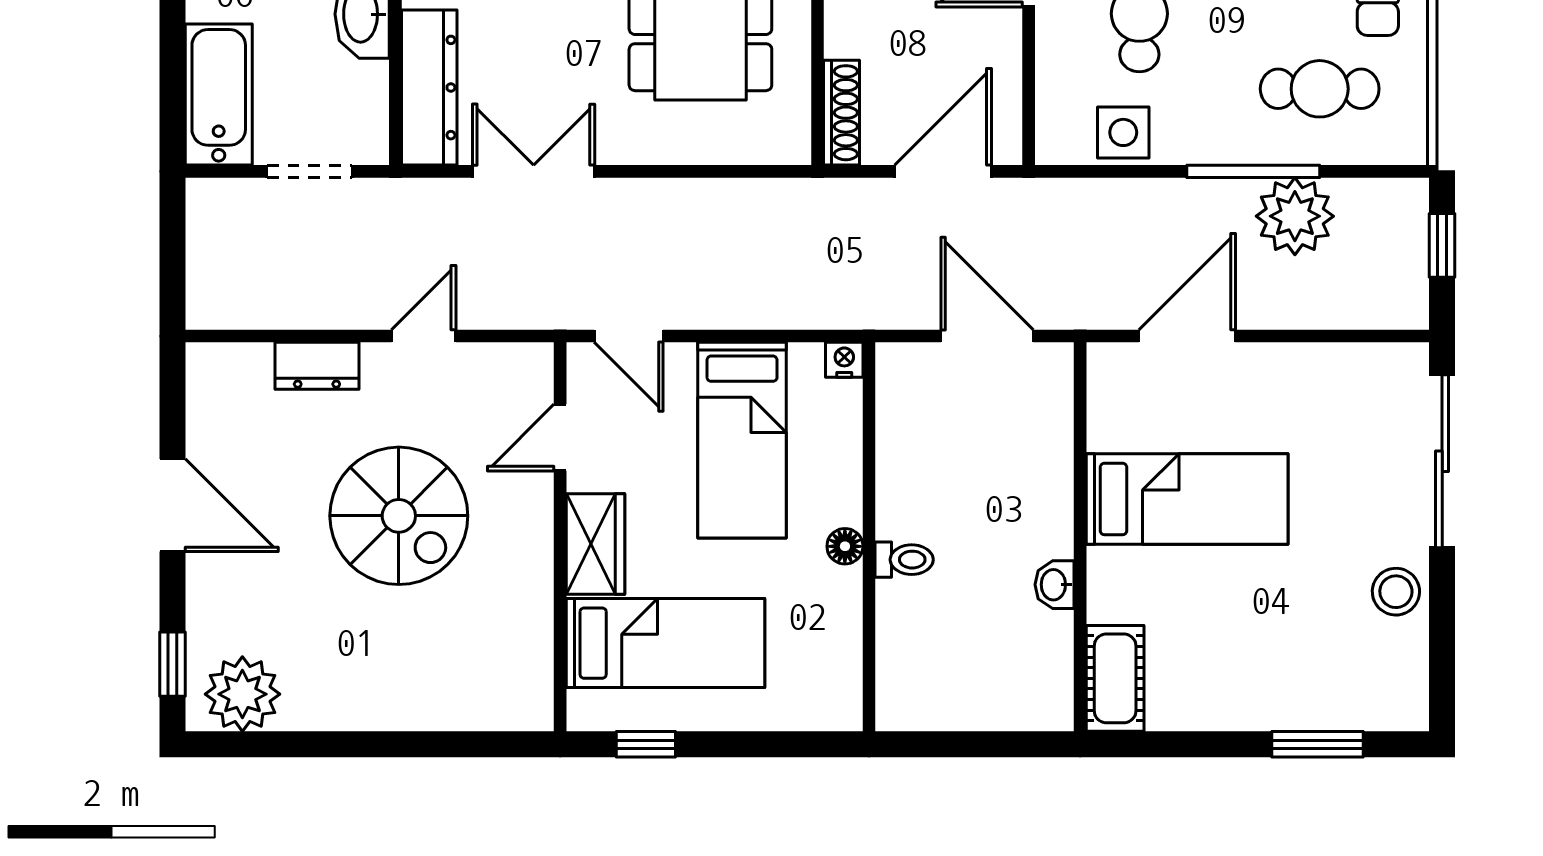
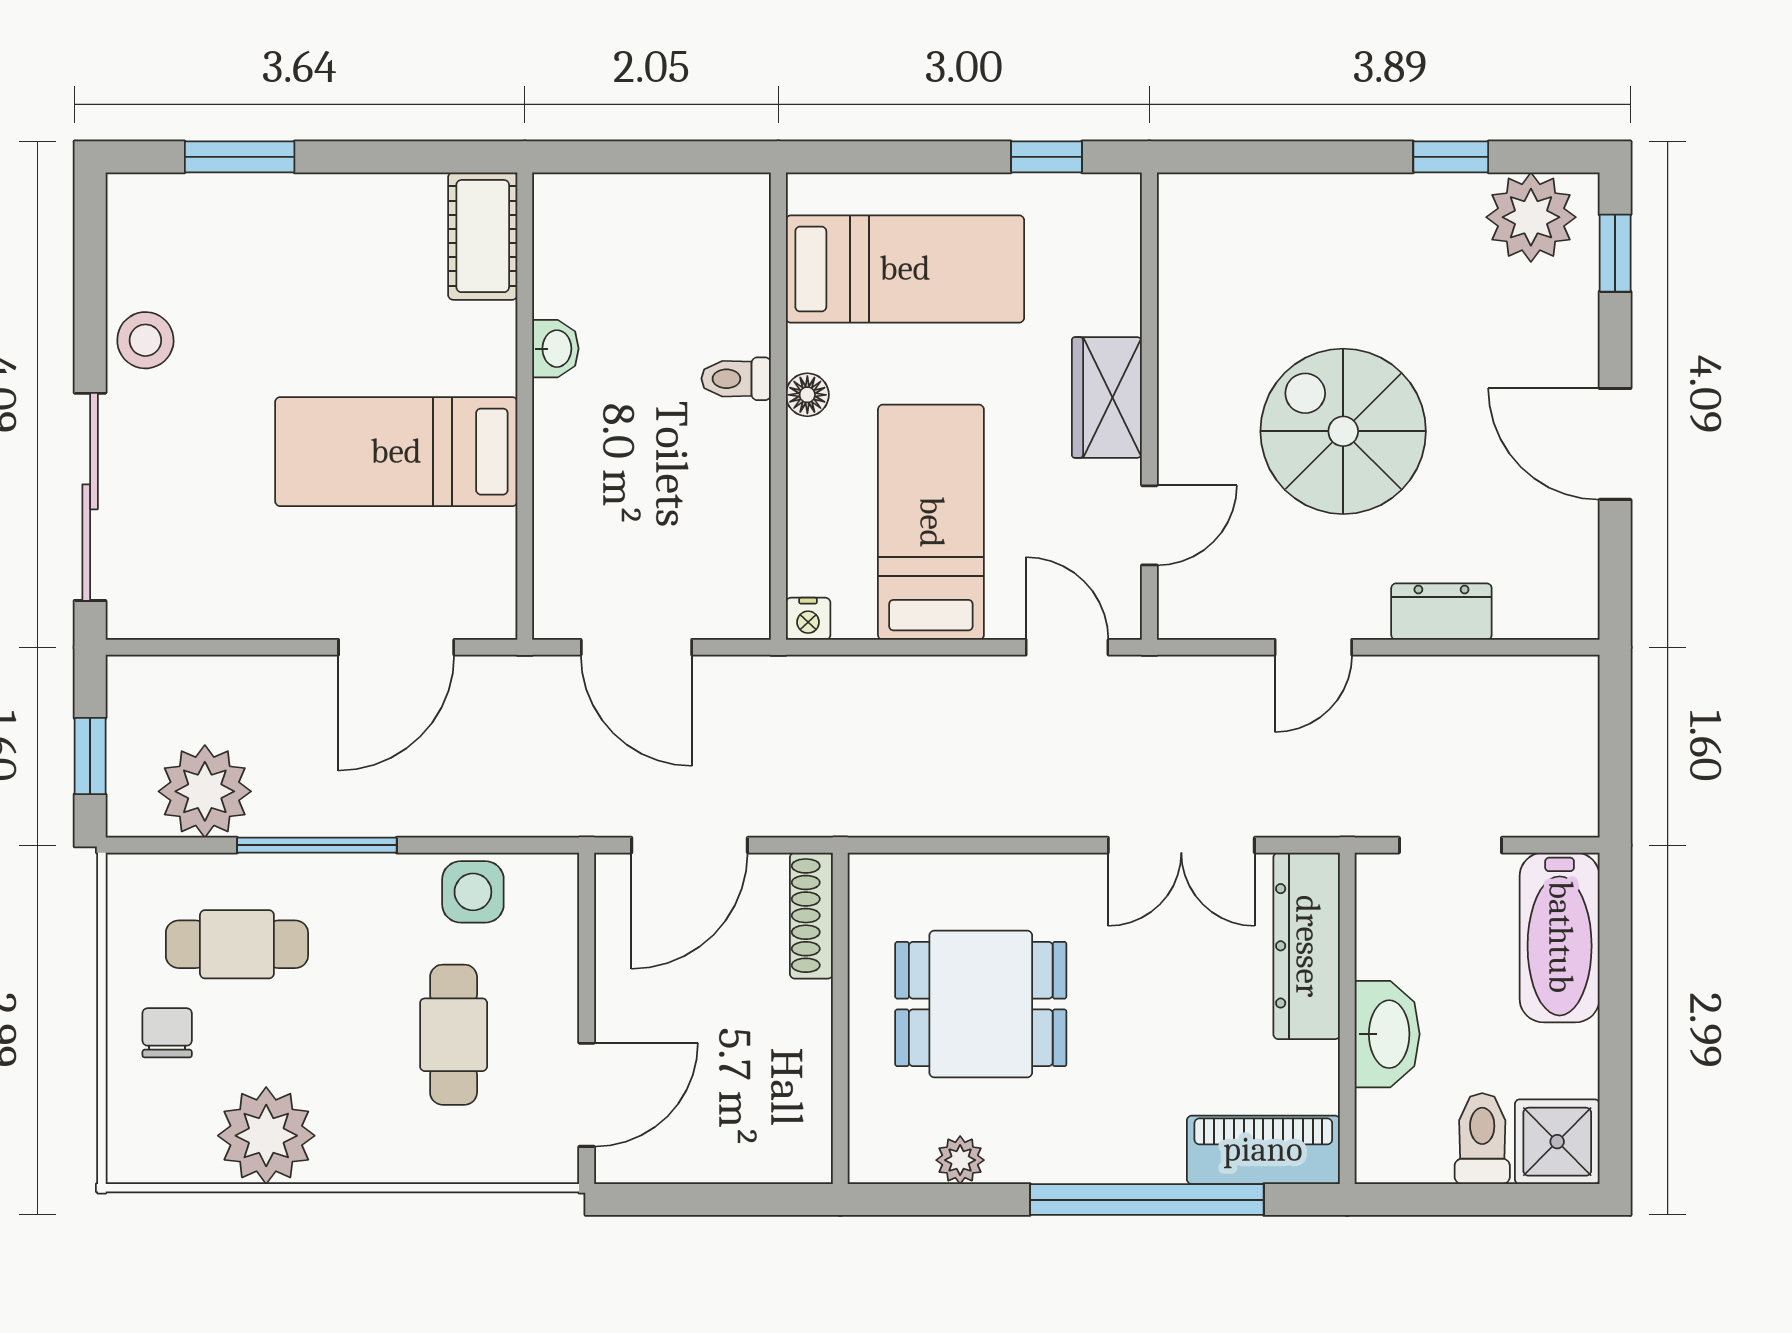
plant: (1295, 216) -> (205, 791), moved
bed: (666, 643) -> (905, 269), moved, turned 180
window: (309, 744) -> (1451, 157), added

